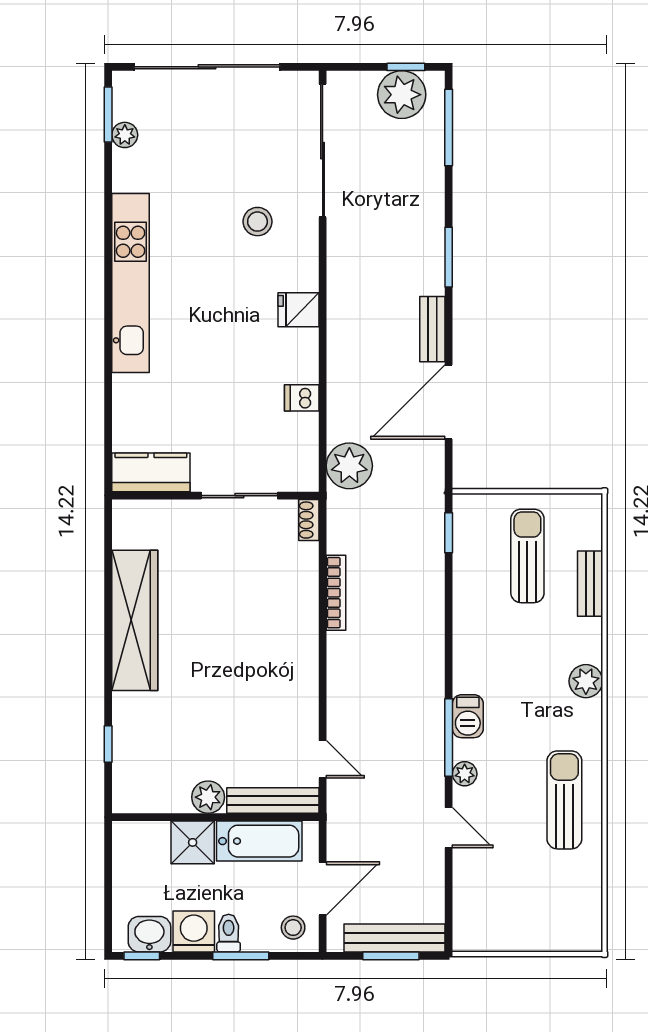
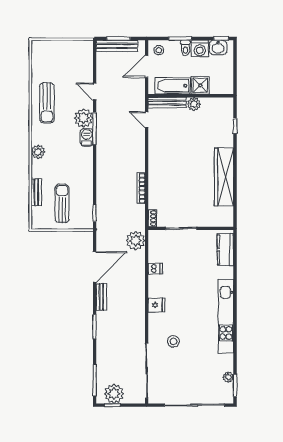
kitchen counter: (151, 472) -> (225, 250), moved, turned 90
sun lounger: (527, 556) -> (62, 203), turned 180
plant: (465, 774) -> (84, 118), width x1.87, depth x1.87

